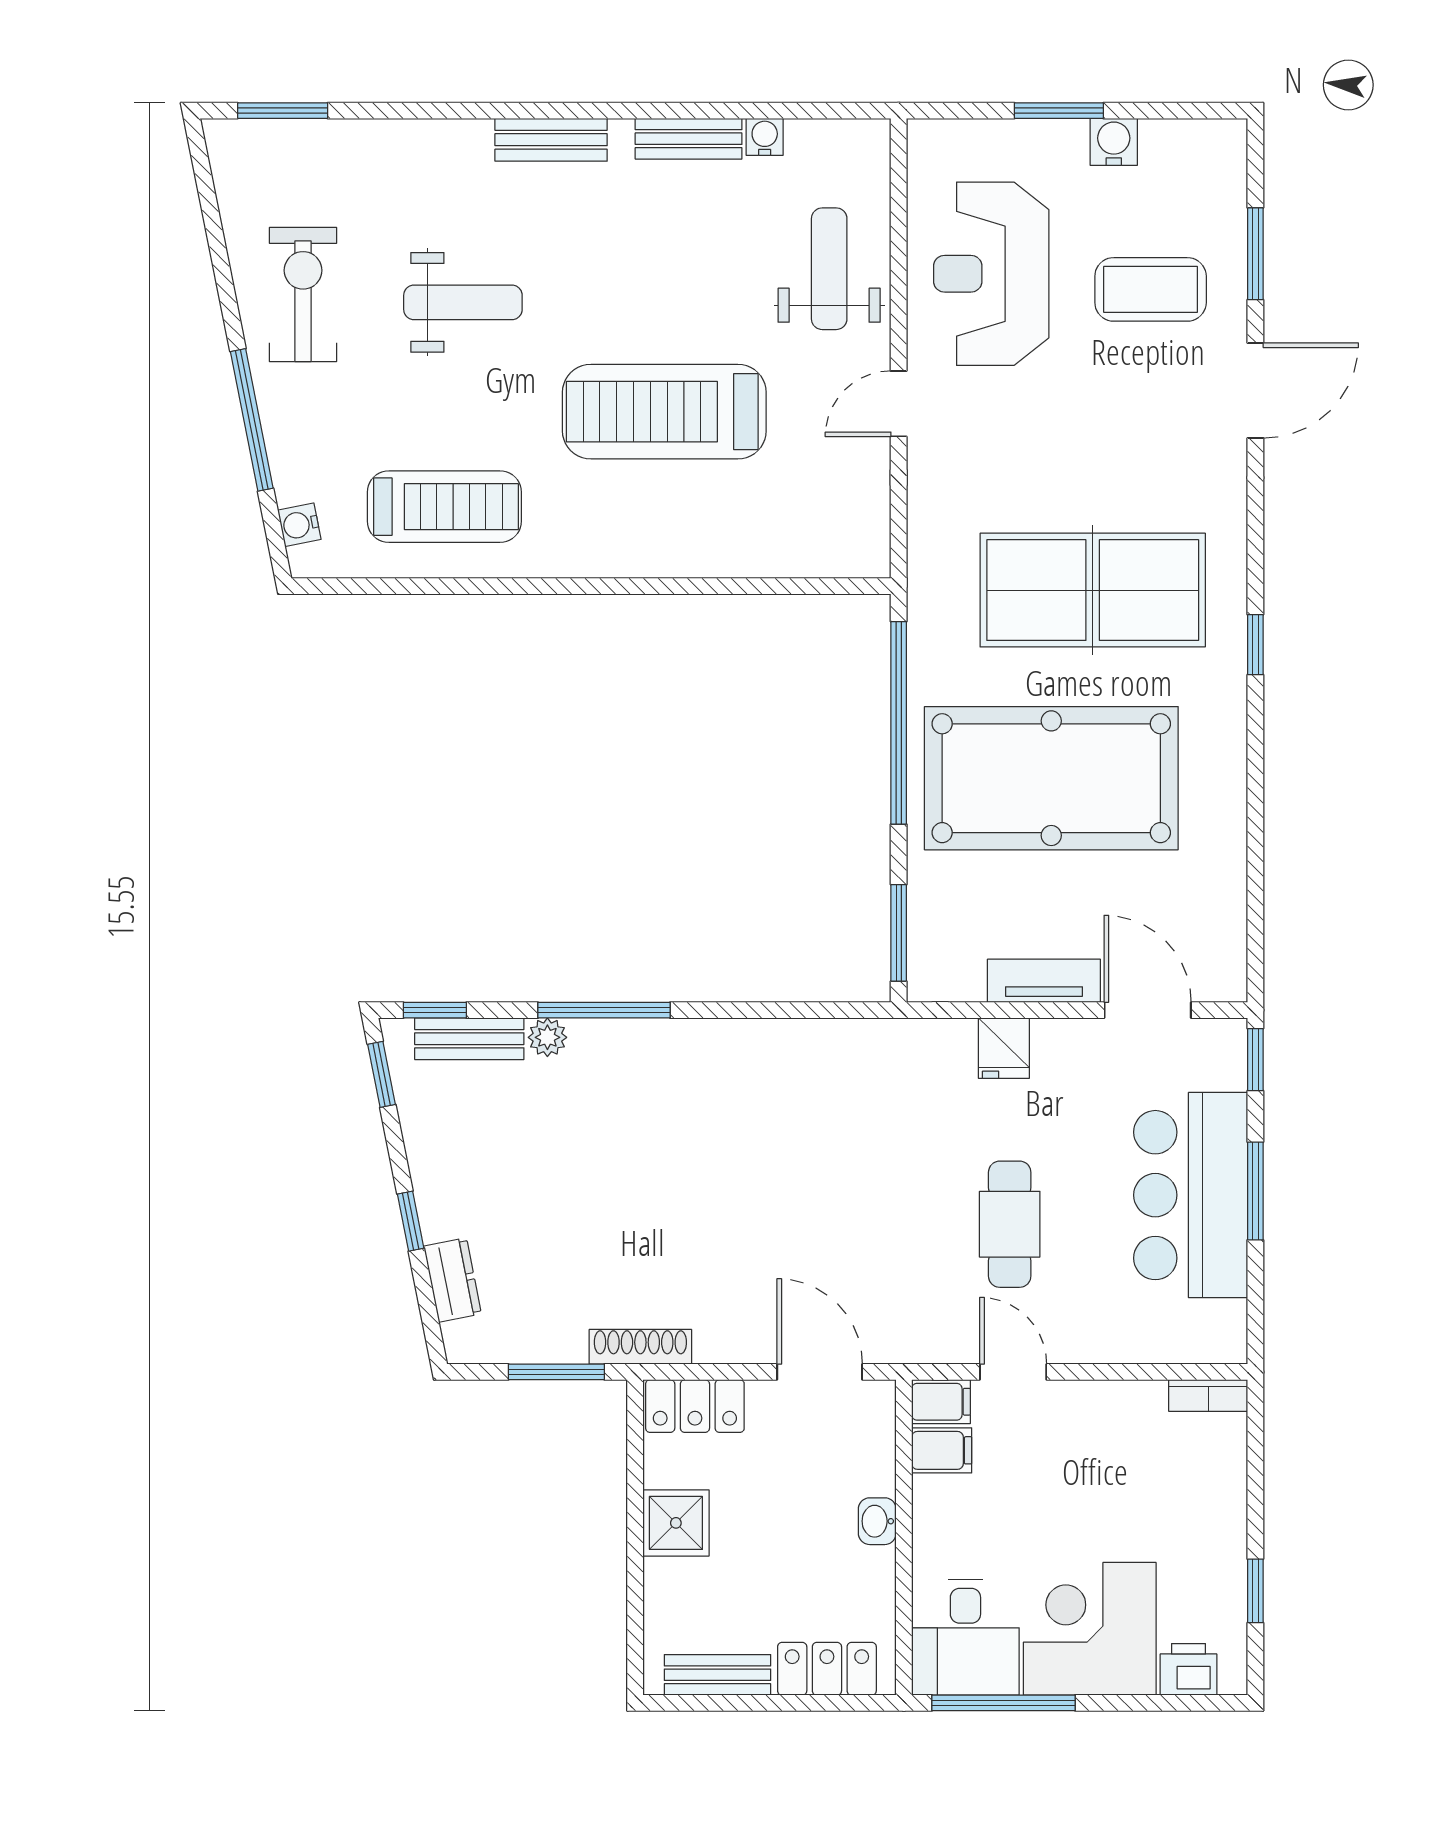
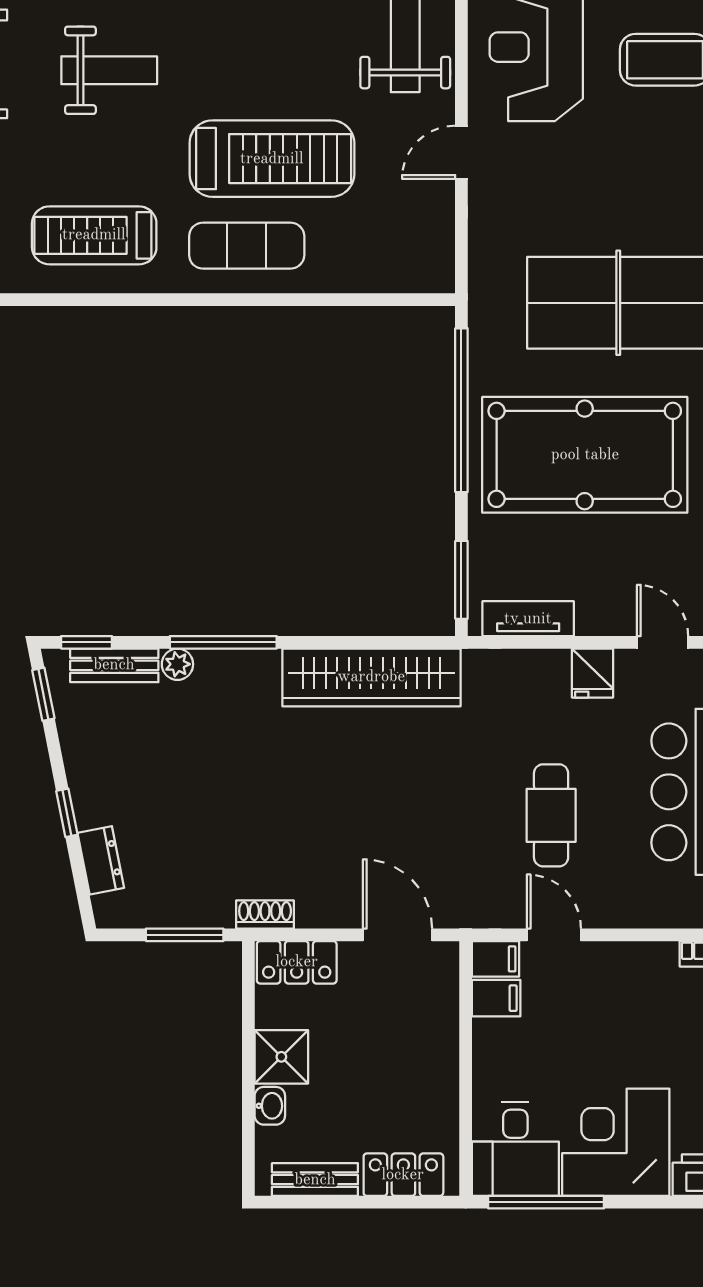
treadmill: (664, 412) -> (272, 159), turned 180
treadmill: (444, 507) -> (94, 235), turned 180
exercise mat: (633, 519) -> (247, 246), added
tv unit: (1044, 981) -> (528, 619), moved
door: (1148, 1010) -> (663, 642), width x0.73
fridge: (1004, 1048) -> (592, 673), moved
wardrobe: (787, 1054) -> (371, 677), added
shoe rack: (640, 1347) -> (265, 914), width x0.70
washbasin: (877, 1521) -> (270, 1106), moved, turned 180

